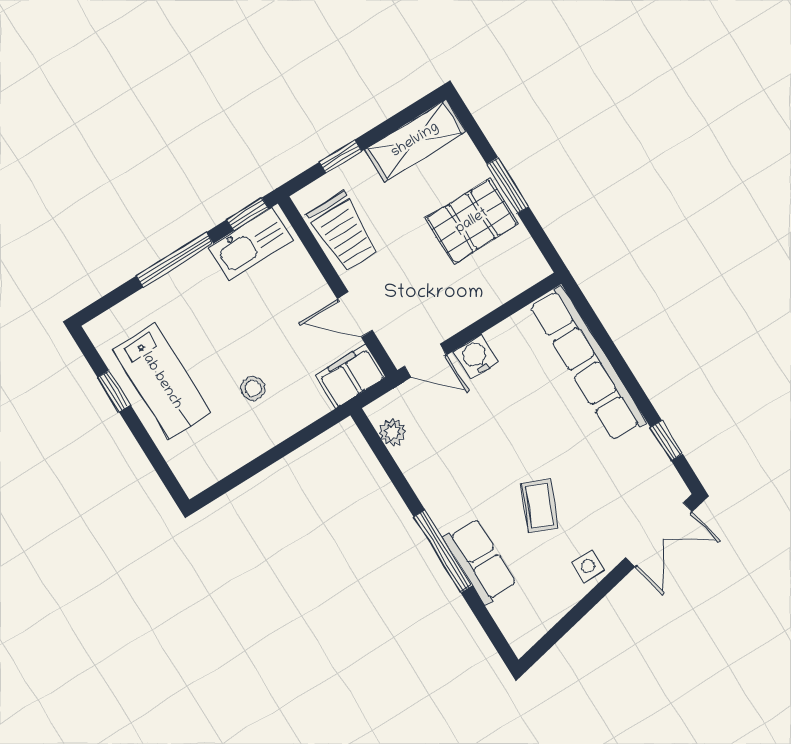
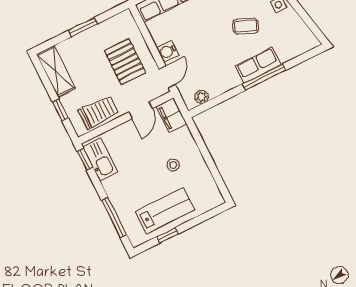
pallet: (472, 221) -> (125, 62), moved
window: (175, 260) -> (114, 217), moved
row of seats: (480, 561) -> (258, 65), moved

